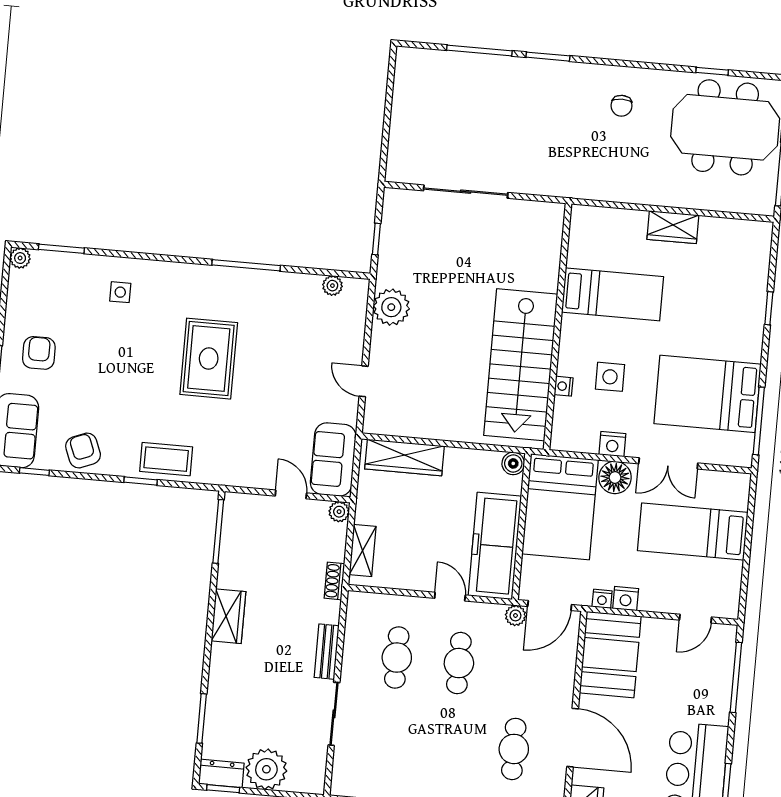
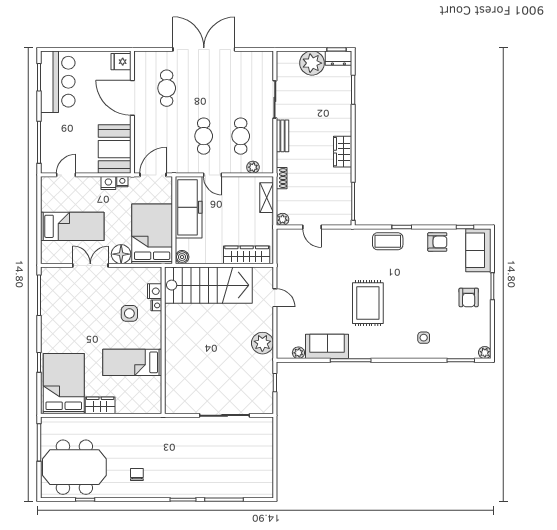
stairs: (521, 365) -> (208, 285), moved, turned 90
bed: (708, 394) -> (64, 384), moved, turned -90
nightstand: (612, 444) -> (155, 291), moved, turned 90
armchair: (83, 451) -> (437, 242), turned -68
sofa: (333, 459) -> (327, 346), moved, turned -90
plant: (515, 615) -> (253, 167), moved

